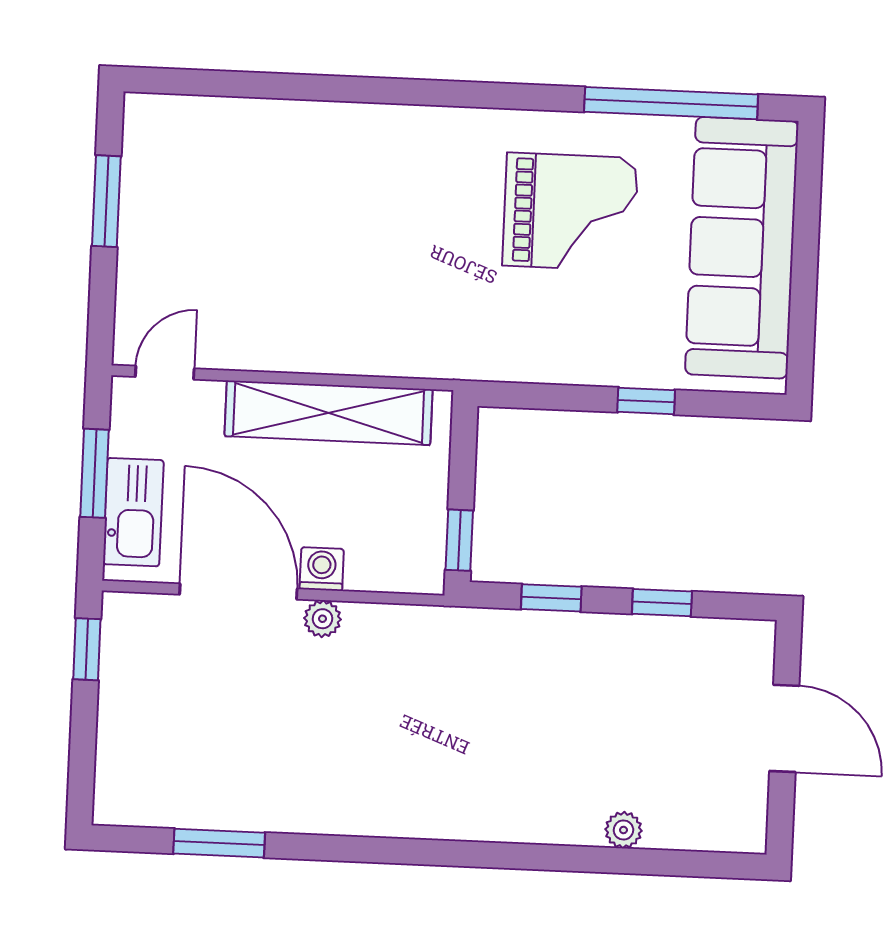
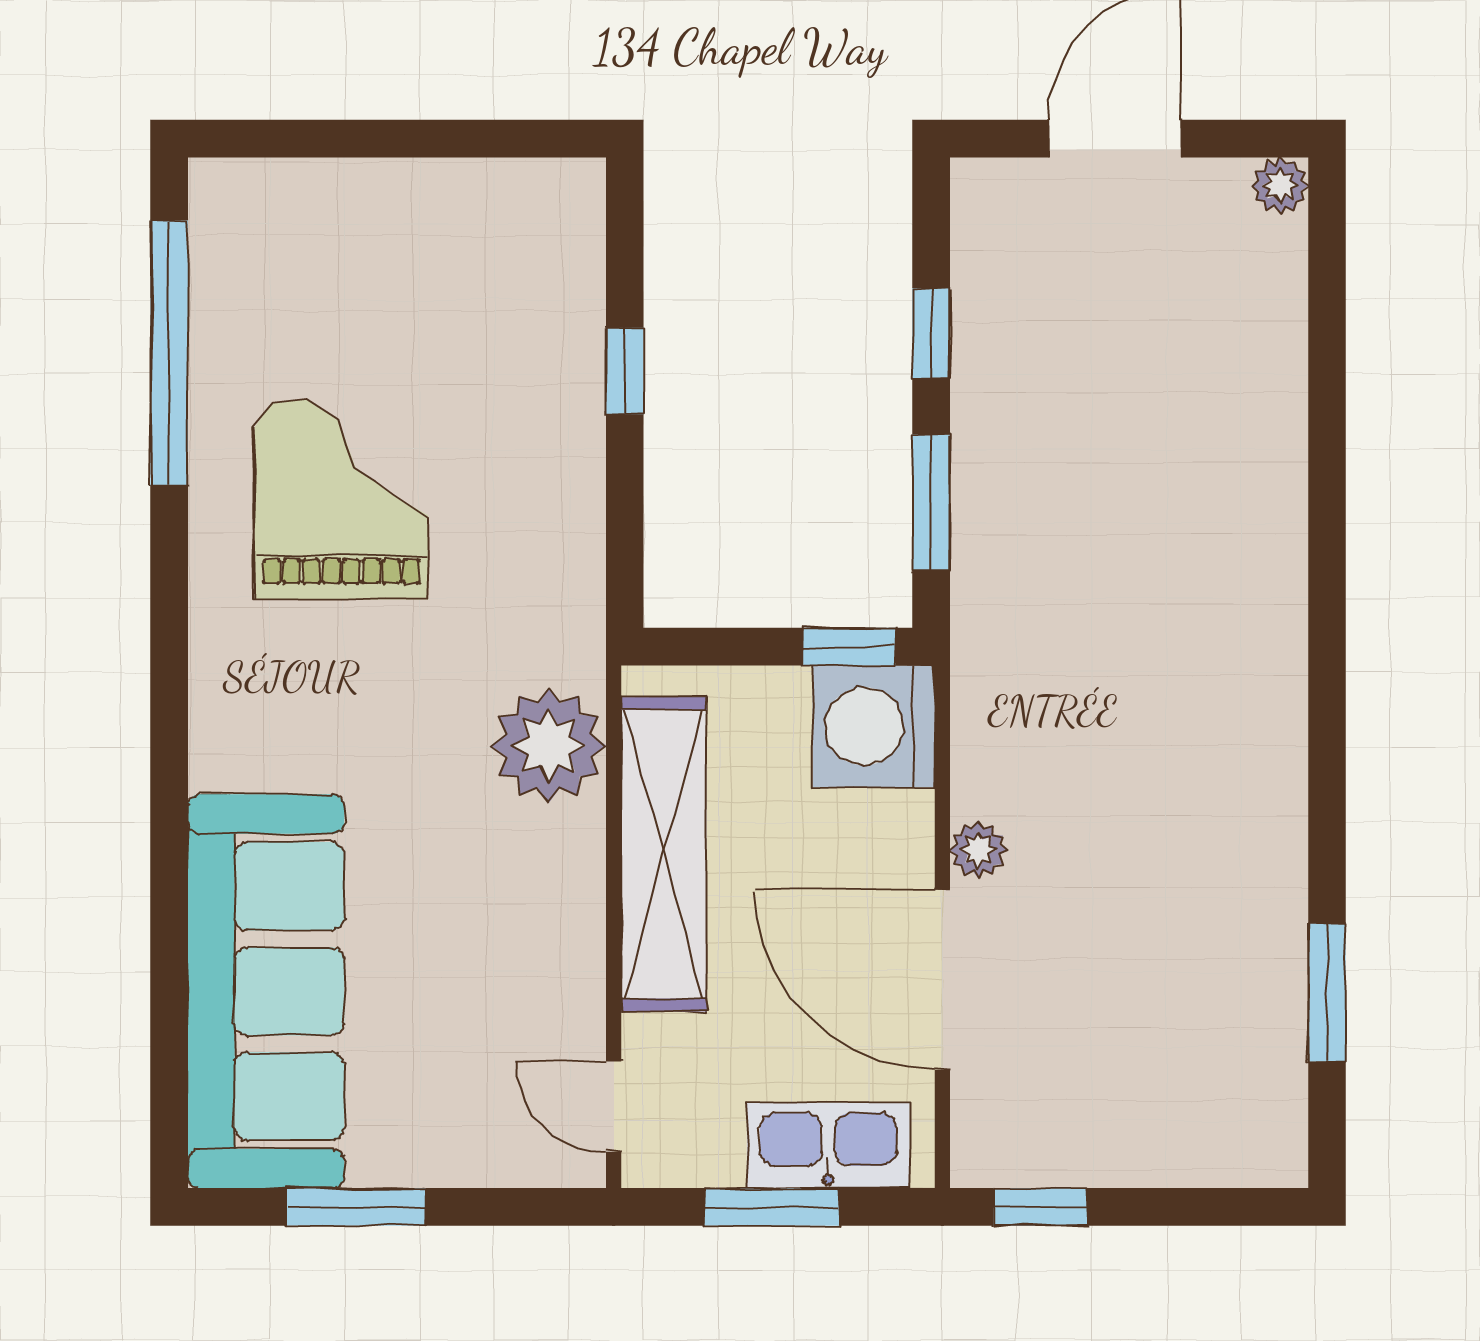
sofa: (742, 248) -> (266, 991), moved, turned -90
plant: (403, 340) -> (549, 746), added
washing machine: (322, 569) -> (874, 726), moved, width x1.89, depth x1.89
door: (238, 592) -> (942, 980), hinge flipped
window: (551, 598) -> (931, 503), width x1.50
plant: (623, 830) -> (1280, 185), moved

